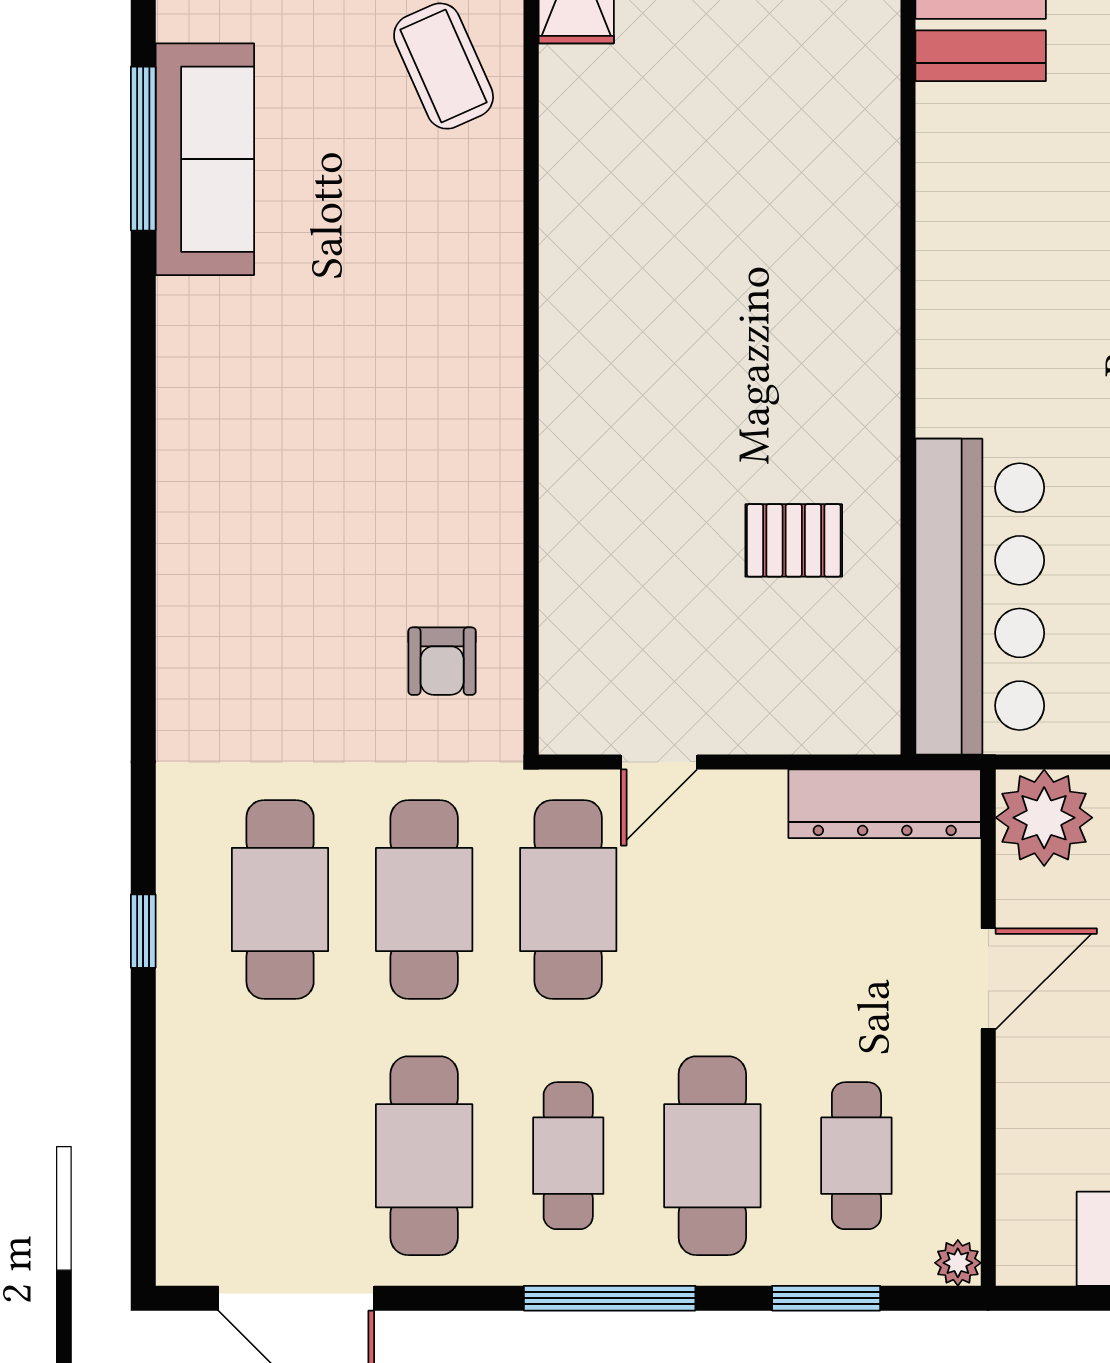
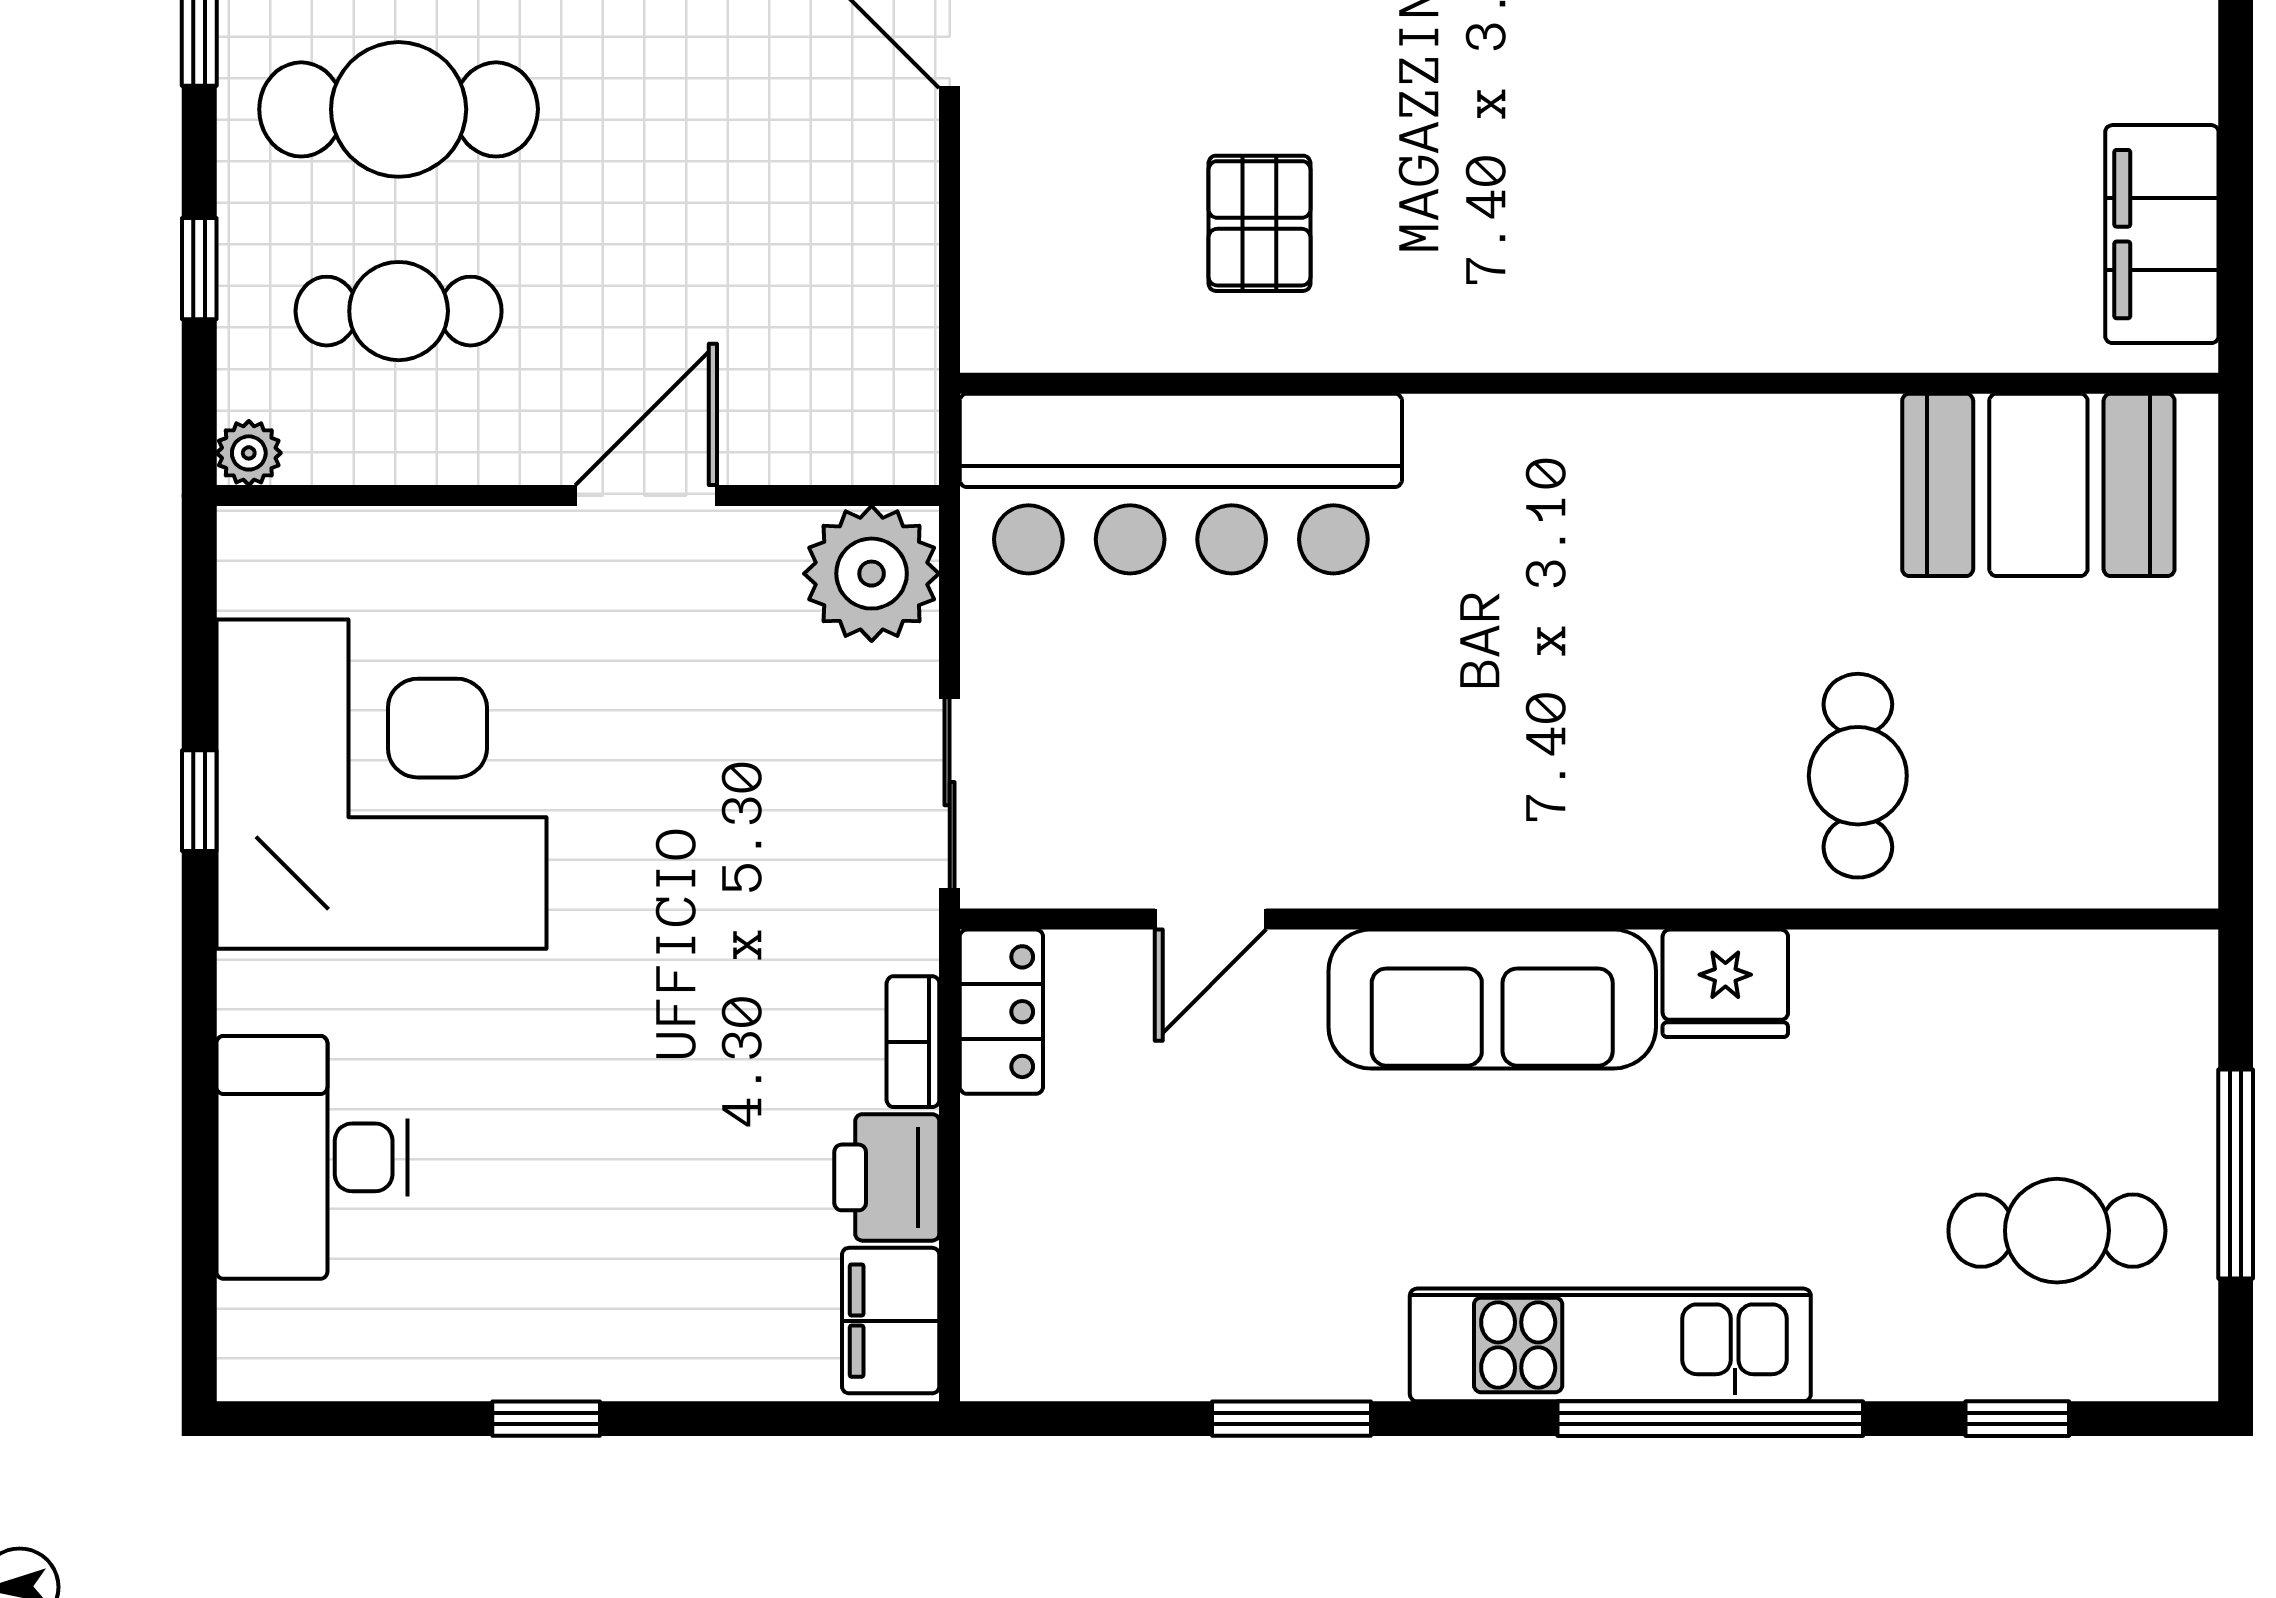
dresser: (885, 804) -> (891, 351), removed
door: (988, 979) -> (646, 496), swing flipped
window: (826, 1298) -> (199, 269), width x0.67

